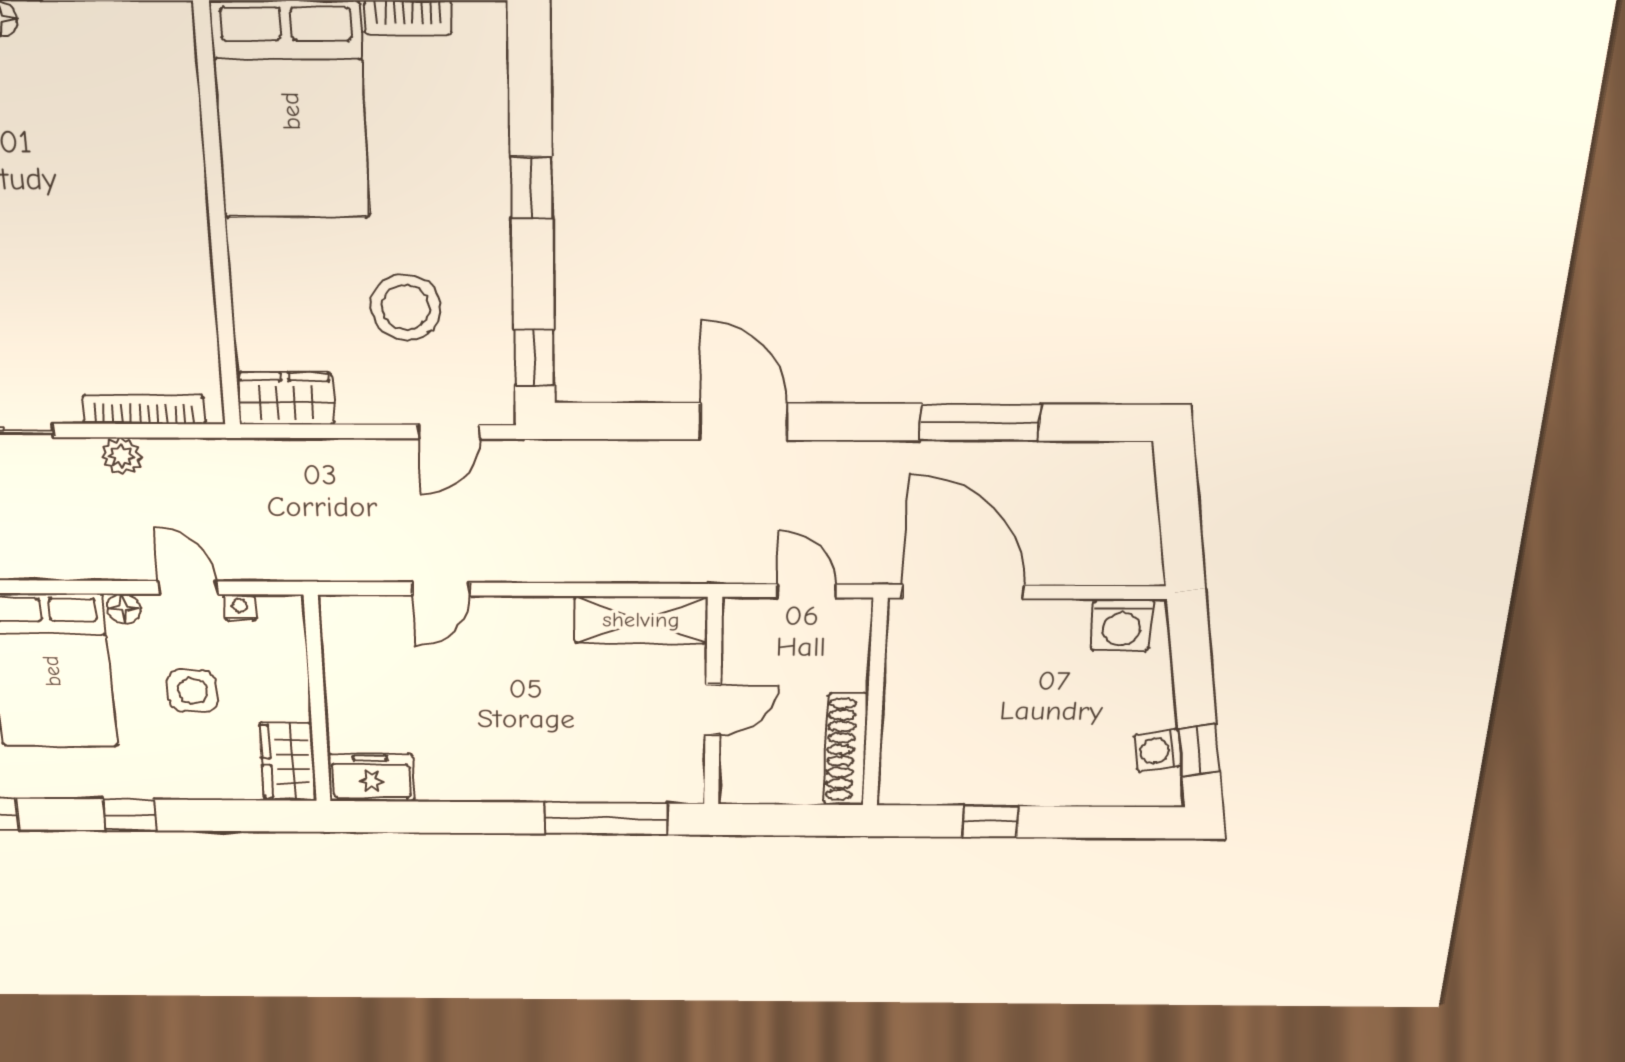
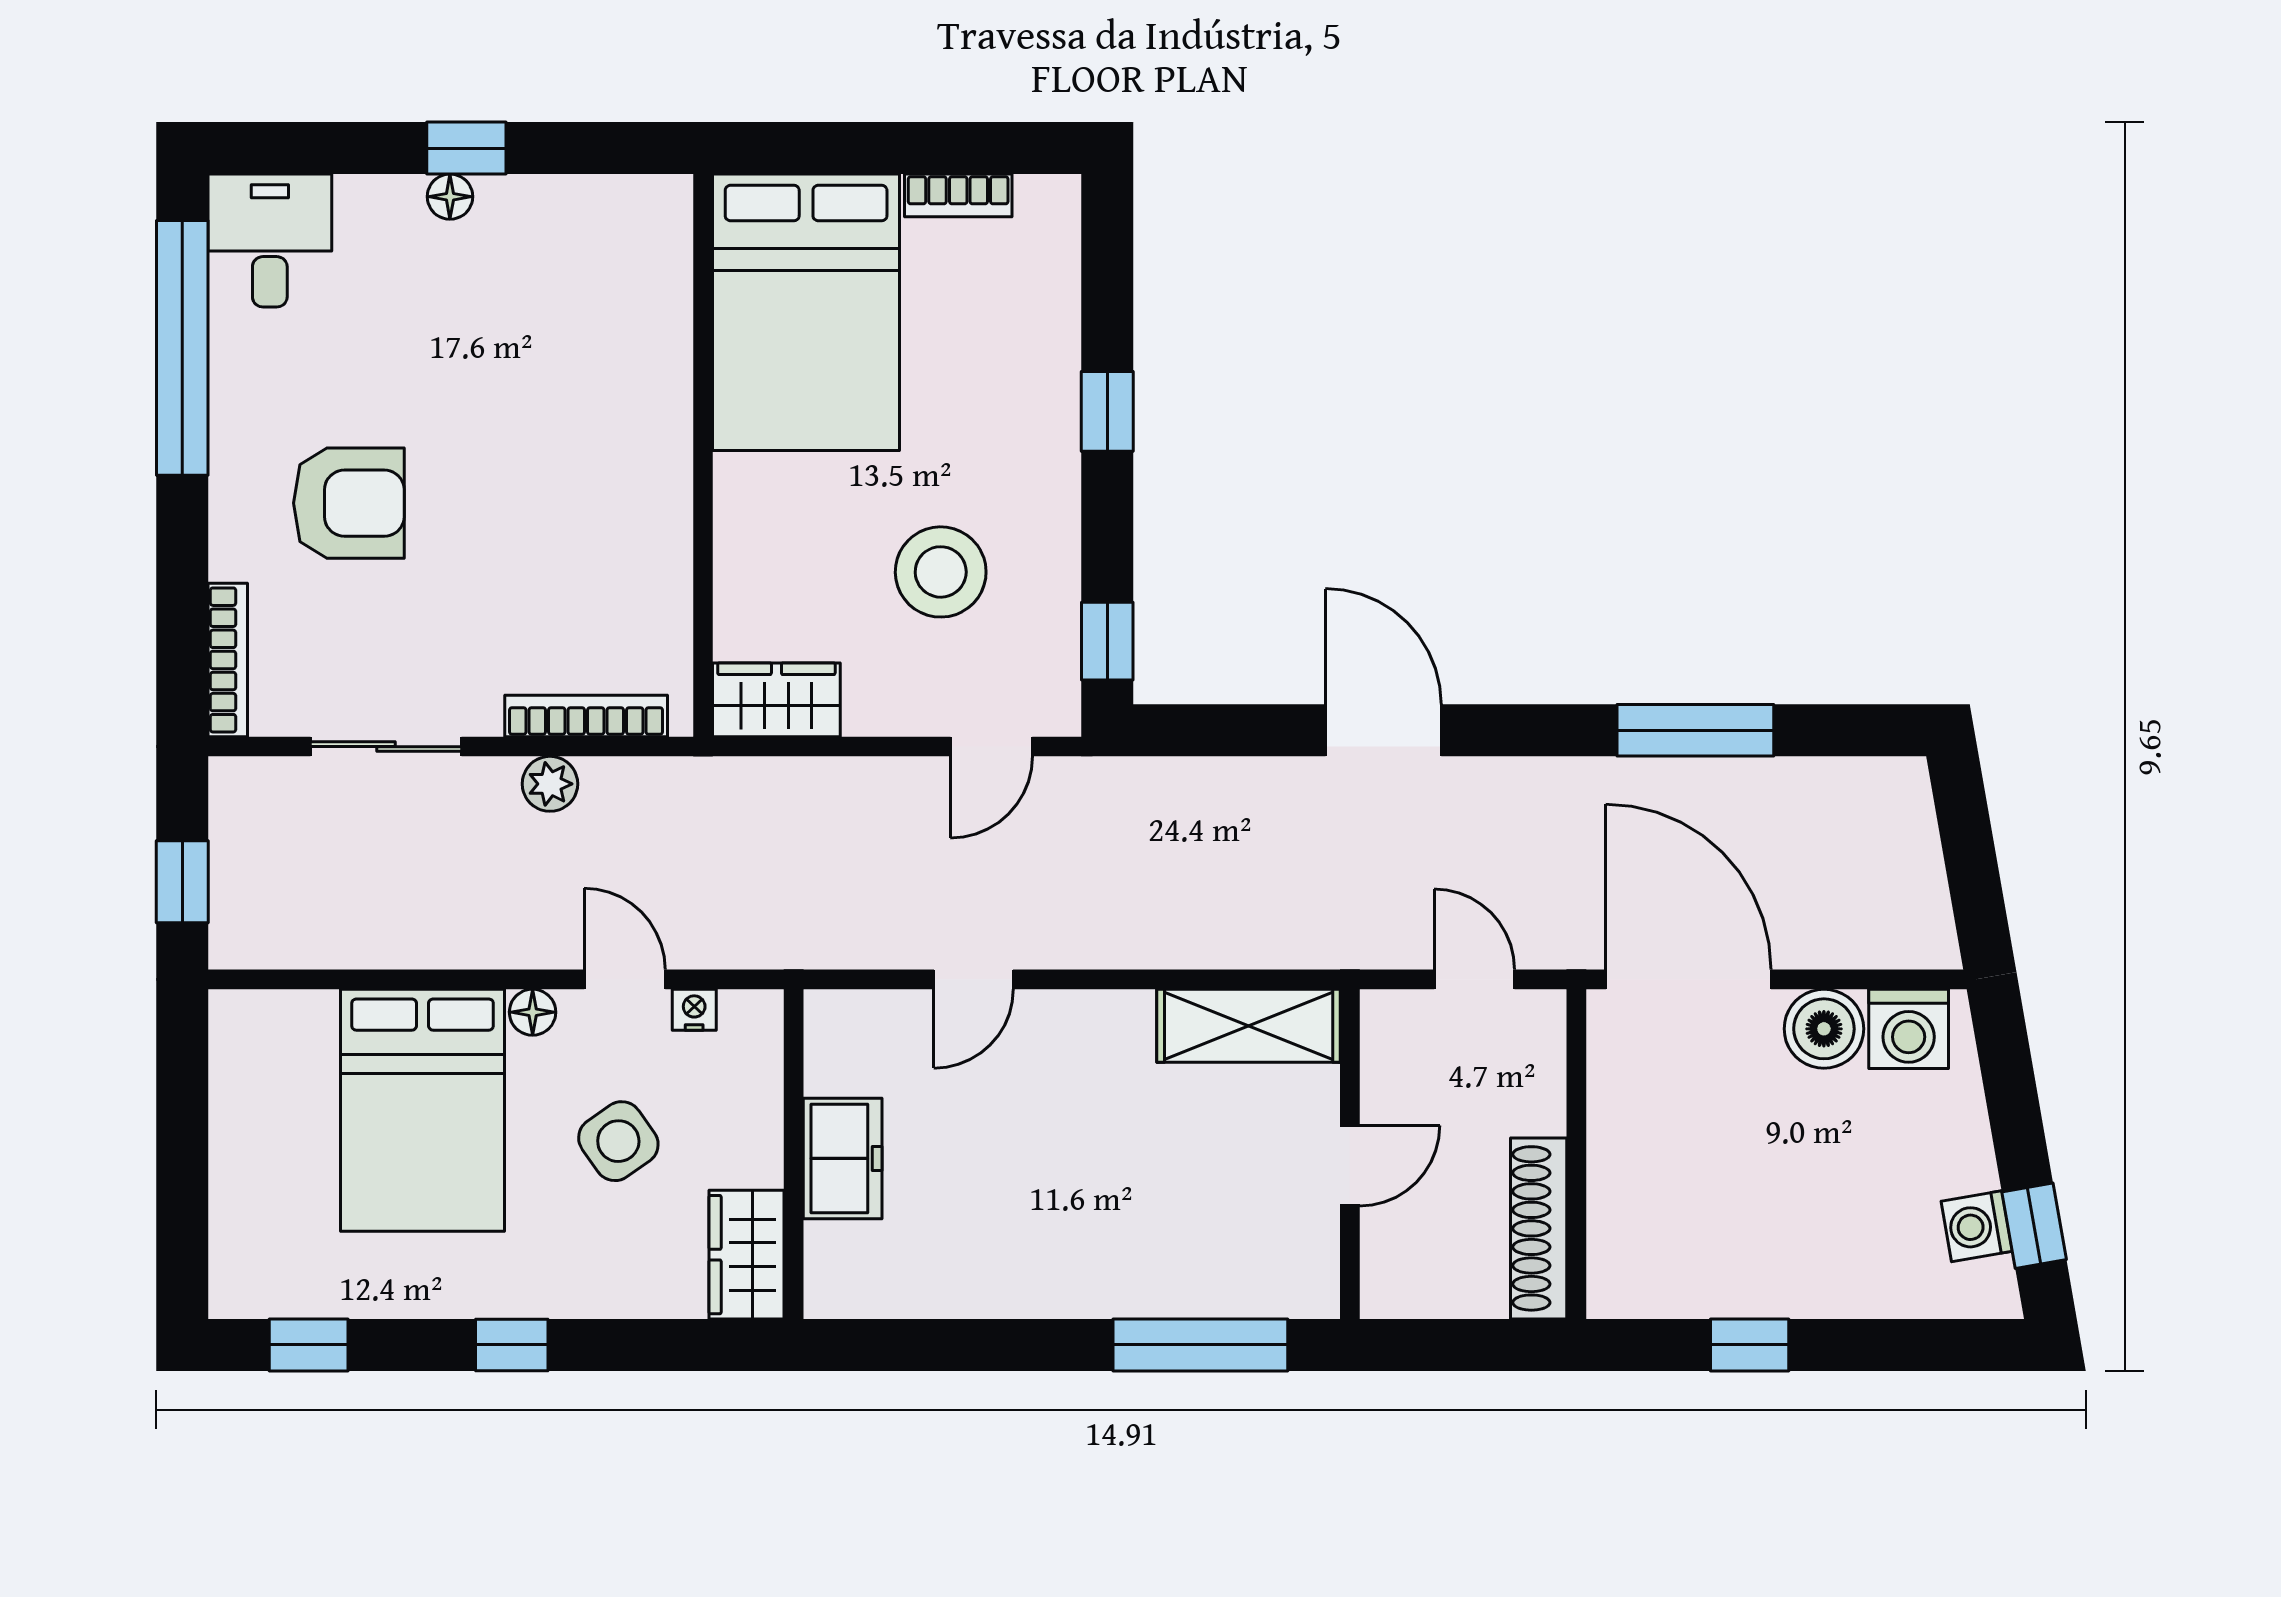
boiler: (1060, 625) -> (1824, 1029), added
side table: (193, 691) -> (618, 1141), turned -35
freezer: (371, 778) -> (843, 1158), moved, turned 90

